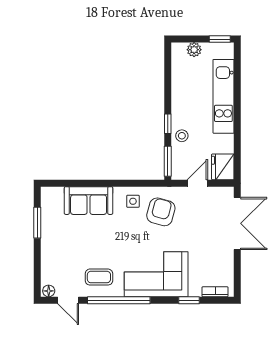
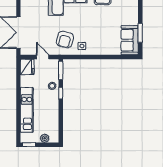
door: (197, 183) -> (43, 57), swing flipped
sofa: (89, 201) -> (130, 40), moved, turned -90

